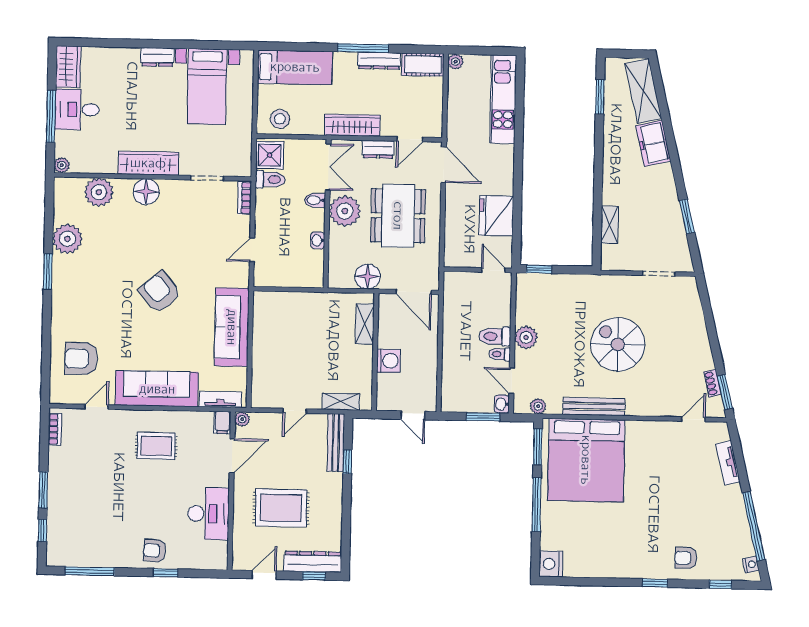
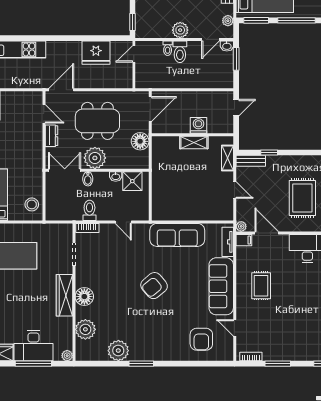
desk: (77, 110) -> (33, 346), width x1.37
wardrobe: (352, 125) -> (35, 154), removed
shower: (270, 155) -> (132, 181), moved
toilet: (270, 179) -> (89, 210), moved
shelving: (365, 324) -> (194, 142), moved
toilet: (500, 354) -> (168, 48), moved
bench: (336, 442) -> (251, 161), width x0.73
window: (43, 490) -> (278, 364), moved

